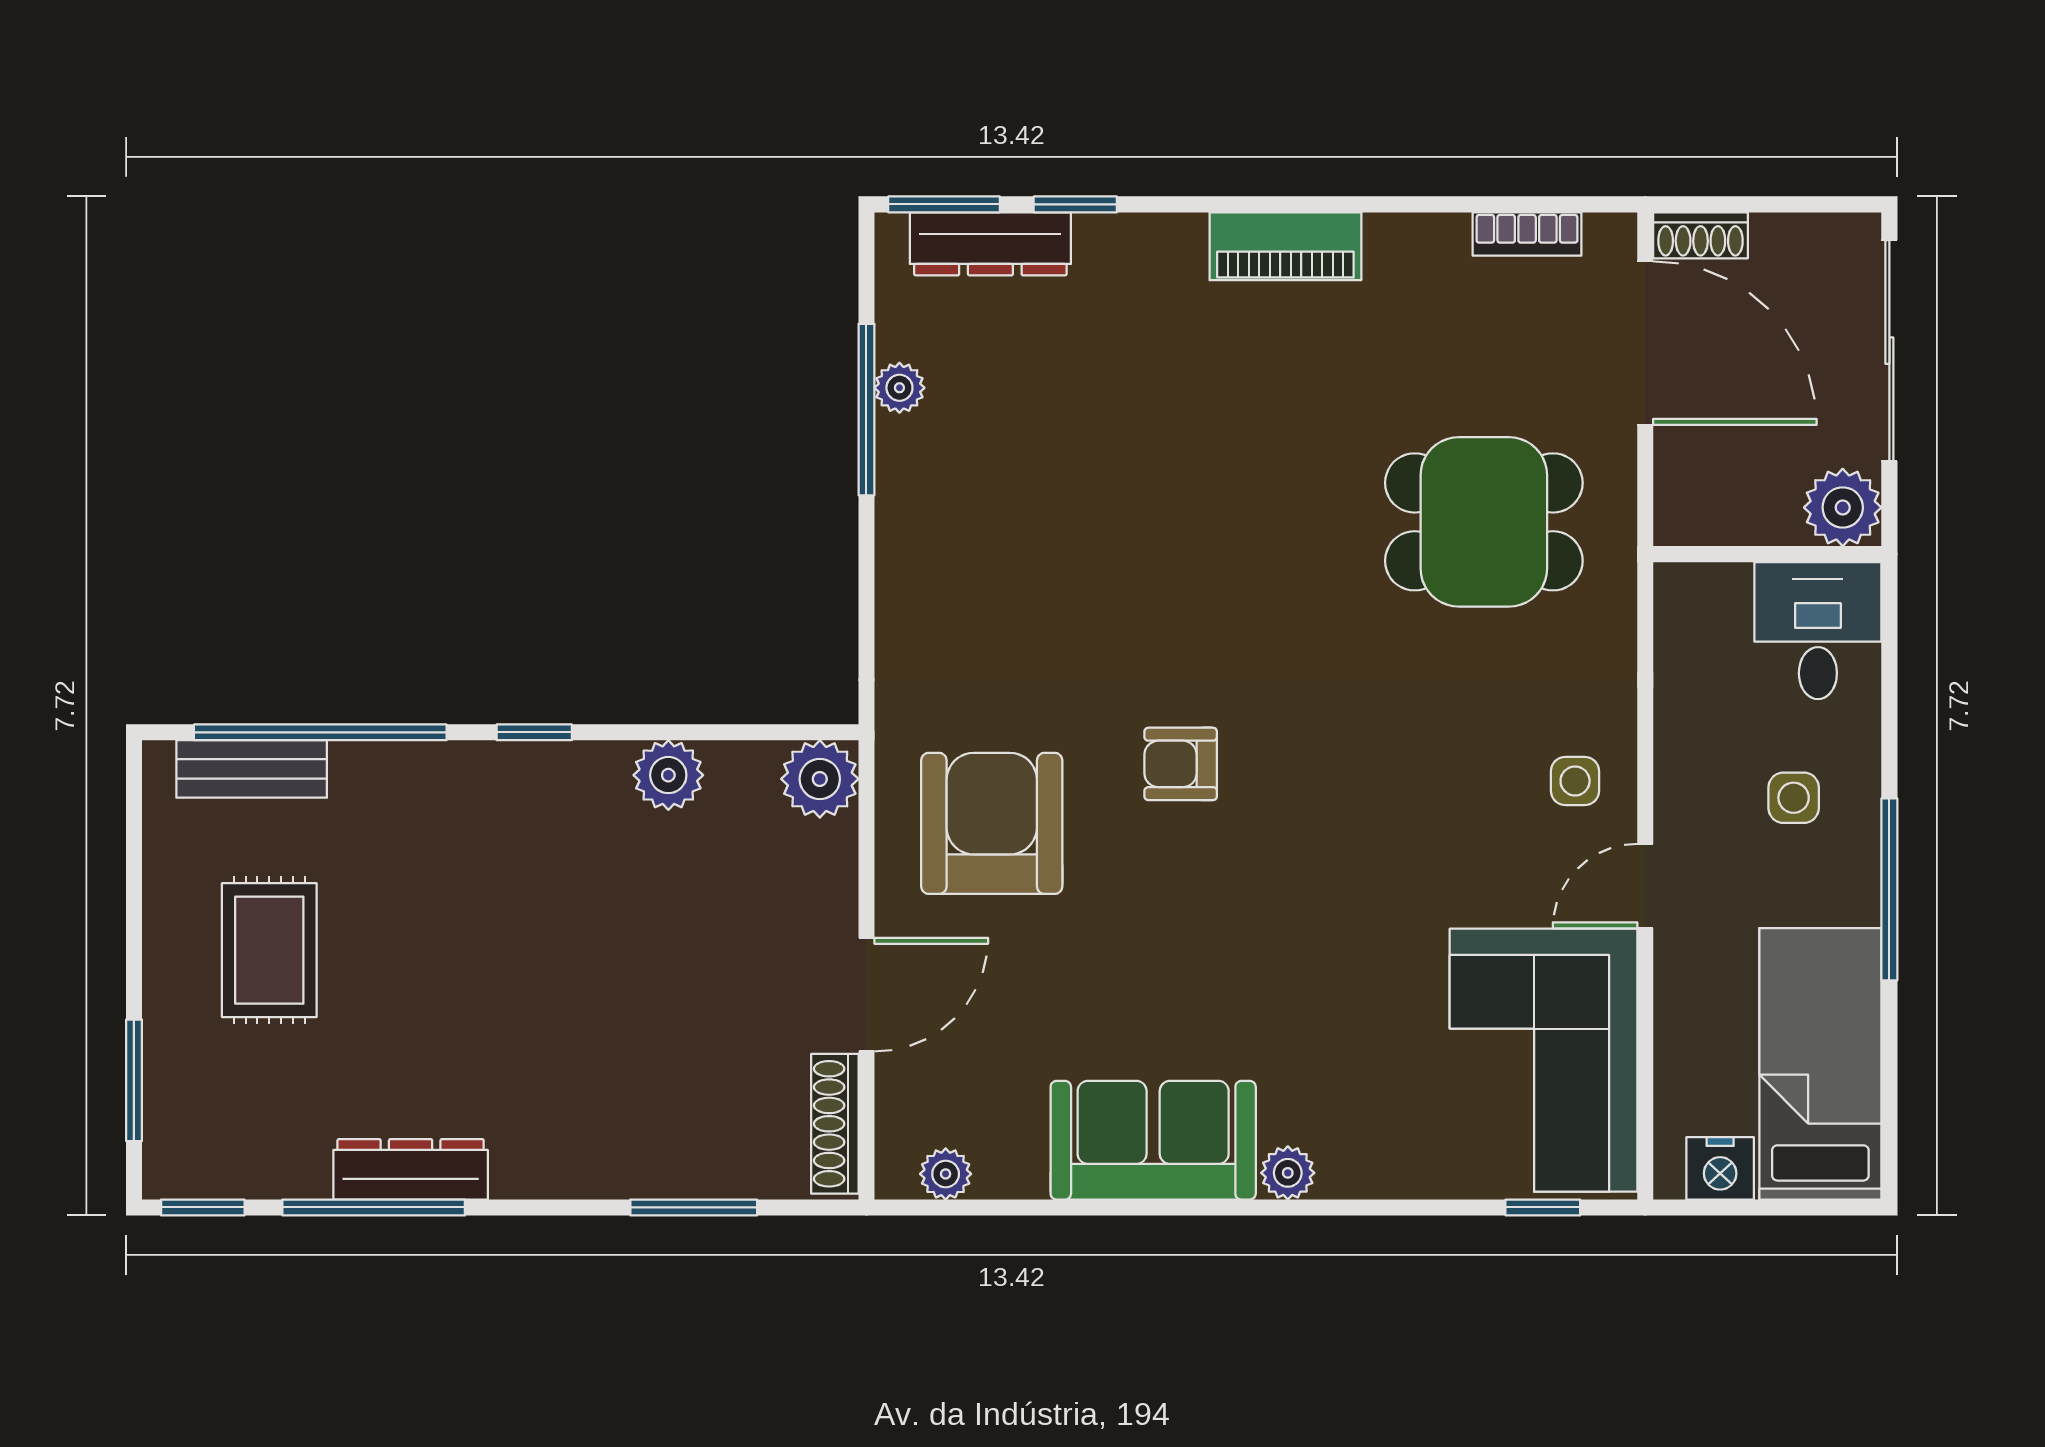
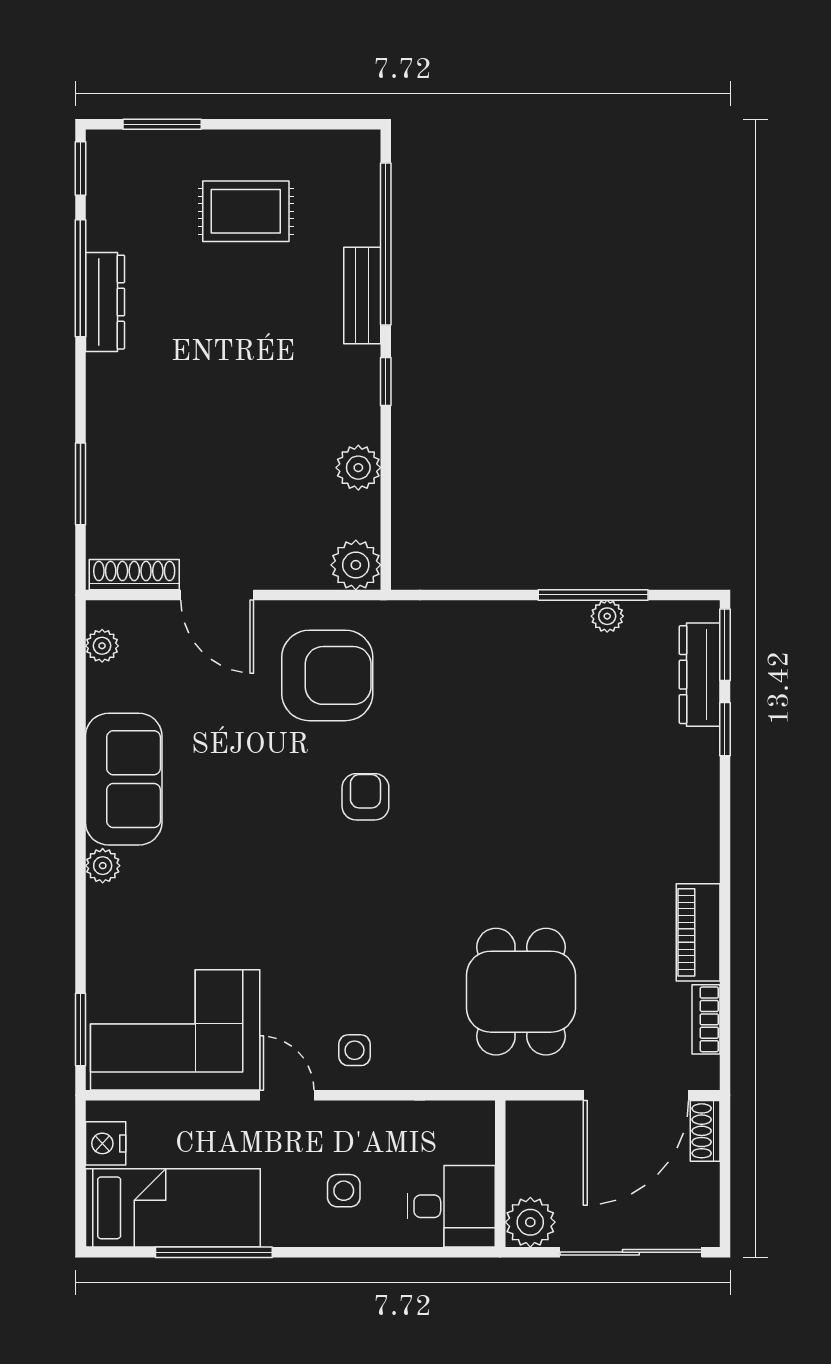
piano: (1285, 246) -> (698, 932), moved
bench: (252, 769) -> (362, 295), moved
window: (1889, 889) -> (214, 1252), moved
window: (1543, 1207) -> (80, 1029), width x1.50

